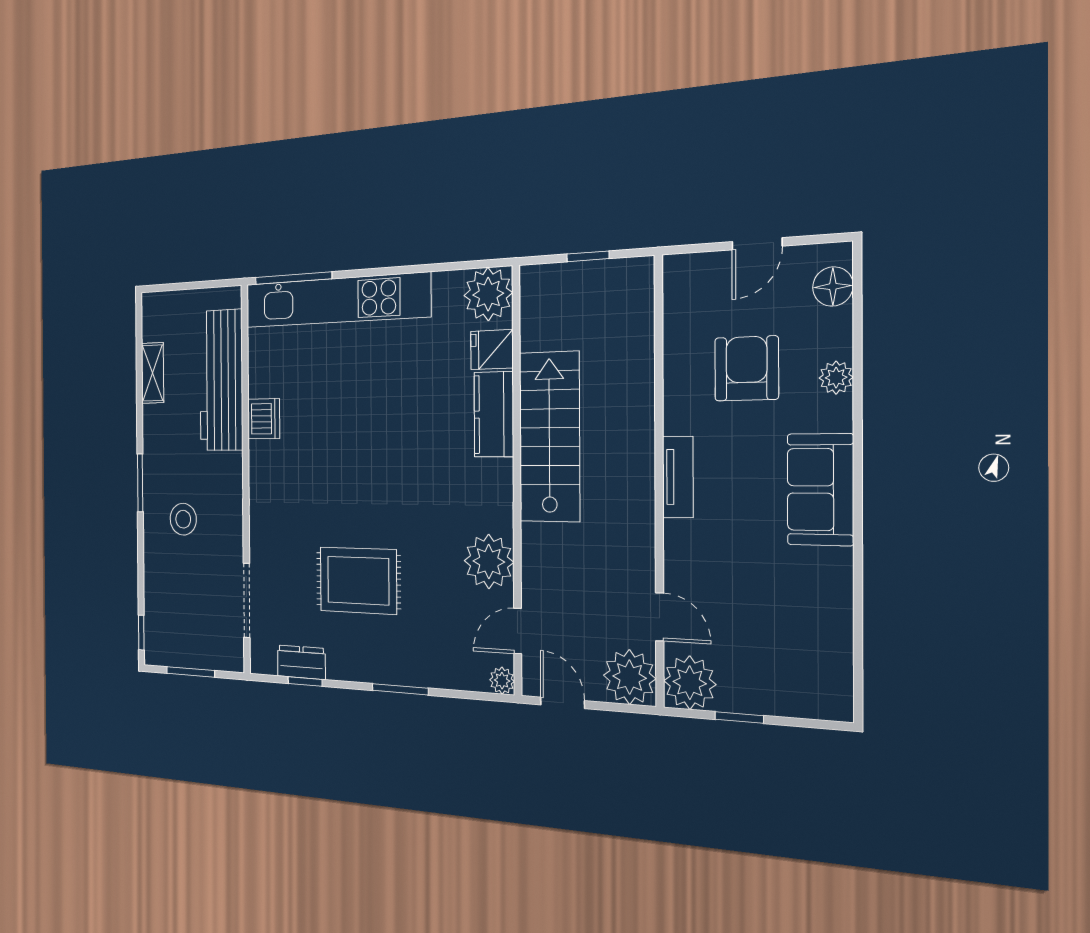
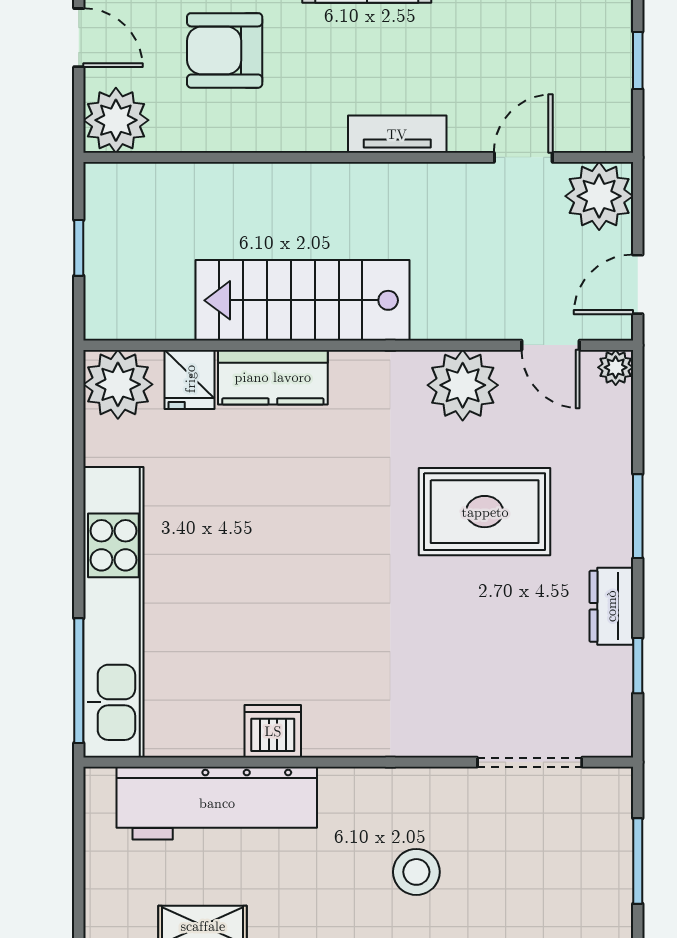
tv unit: (678, 477) -> (397, 134), moved
rug: (358, 581) -> (485, 512), moved, turned 90
dresser: (301, 662) -> (611, 606), moved
plant: (690, 683) -> (116, 120), moved

